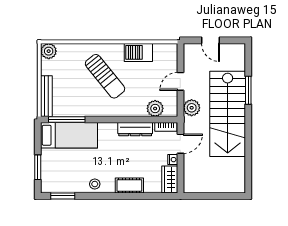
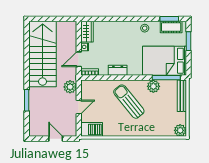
barbecue: (138, 52) -> (92, 129), moved
sun lounger: (105, 76) -> (129, 102), moved
plant: (155, 108) -> (153, 86), moved
stairs: (228, 114) -> (43, 54), moved
dresser: (135, 129) -> (118, 70), width x0.70
bed: (69, 135) -> (164, 61), width x1.50
cot: (129, 185) -> (171, 27), moved

